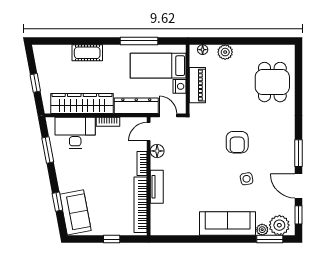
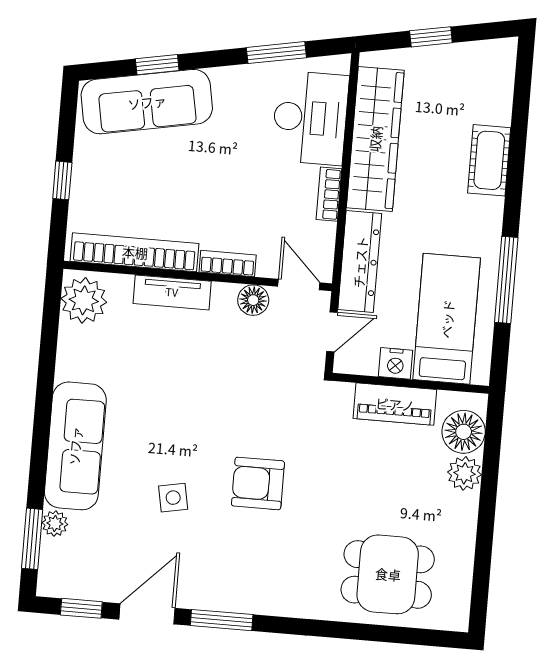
floor lamp: (203, 50) -> (464, 432), width x1.89, depth x1.89
sofa: (75, 212) -> (147, 102), width x1.36
plant: (279, 225) -> (84, 300), moved

